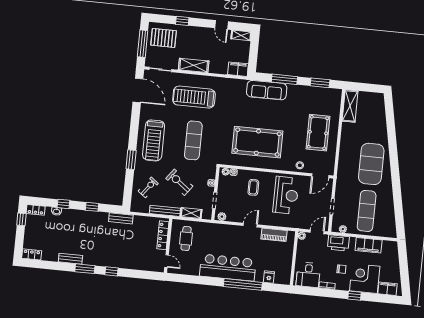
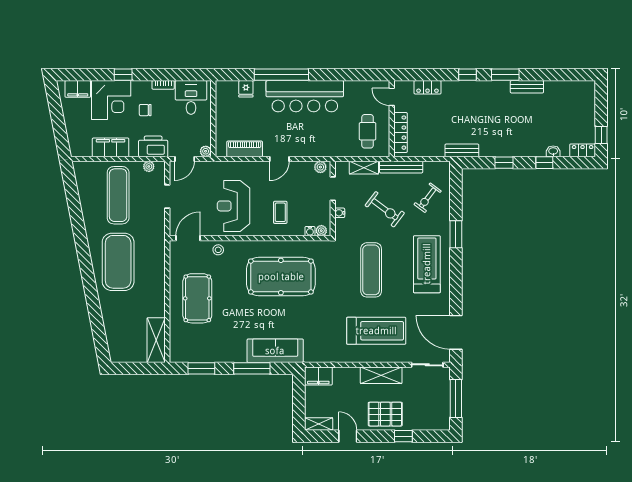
pallet: (164, 38) -> (385, 414), moved
locker: (32, 254) -> (428, 87), moved

